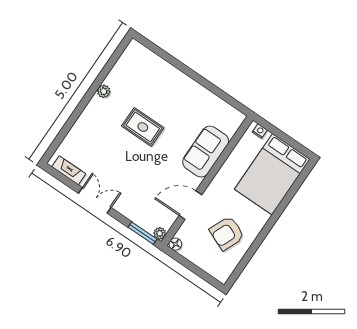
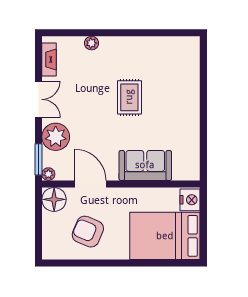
plant: (104, 91) -> (91, 43), moved
nightstand: (260, 131) -> (190, 200), width x1.89, depth x1.79
plant: (134, 207) -> (56, 137), added
floor lamp: (175, 244) -> (54, 199), width x1.89, depth x1.89

